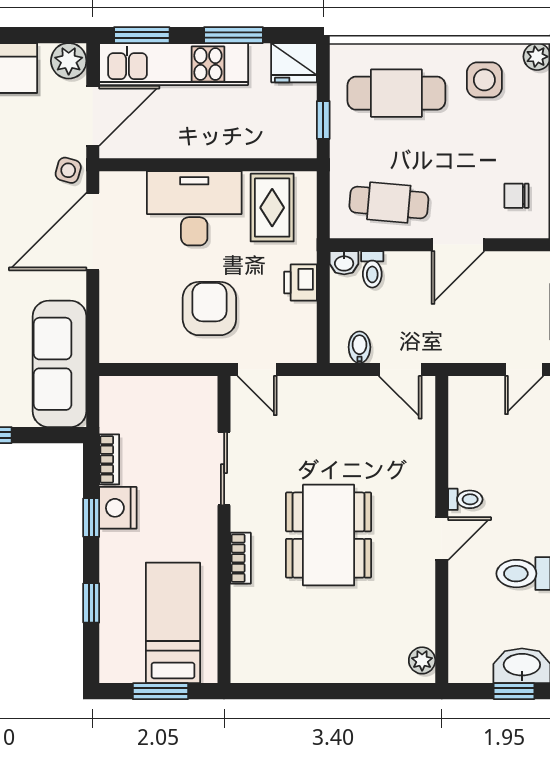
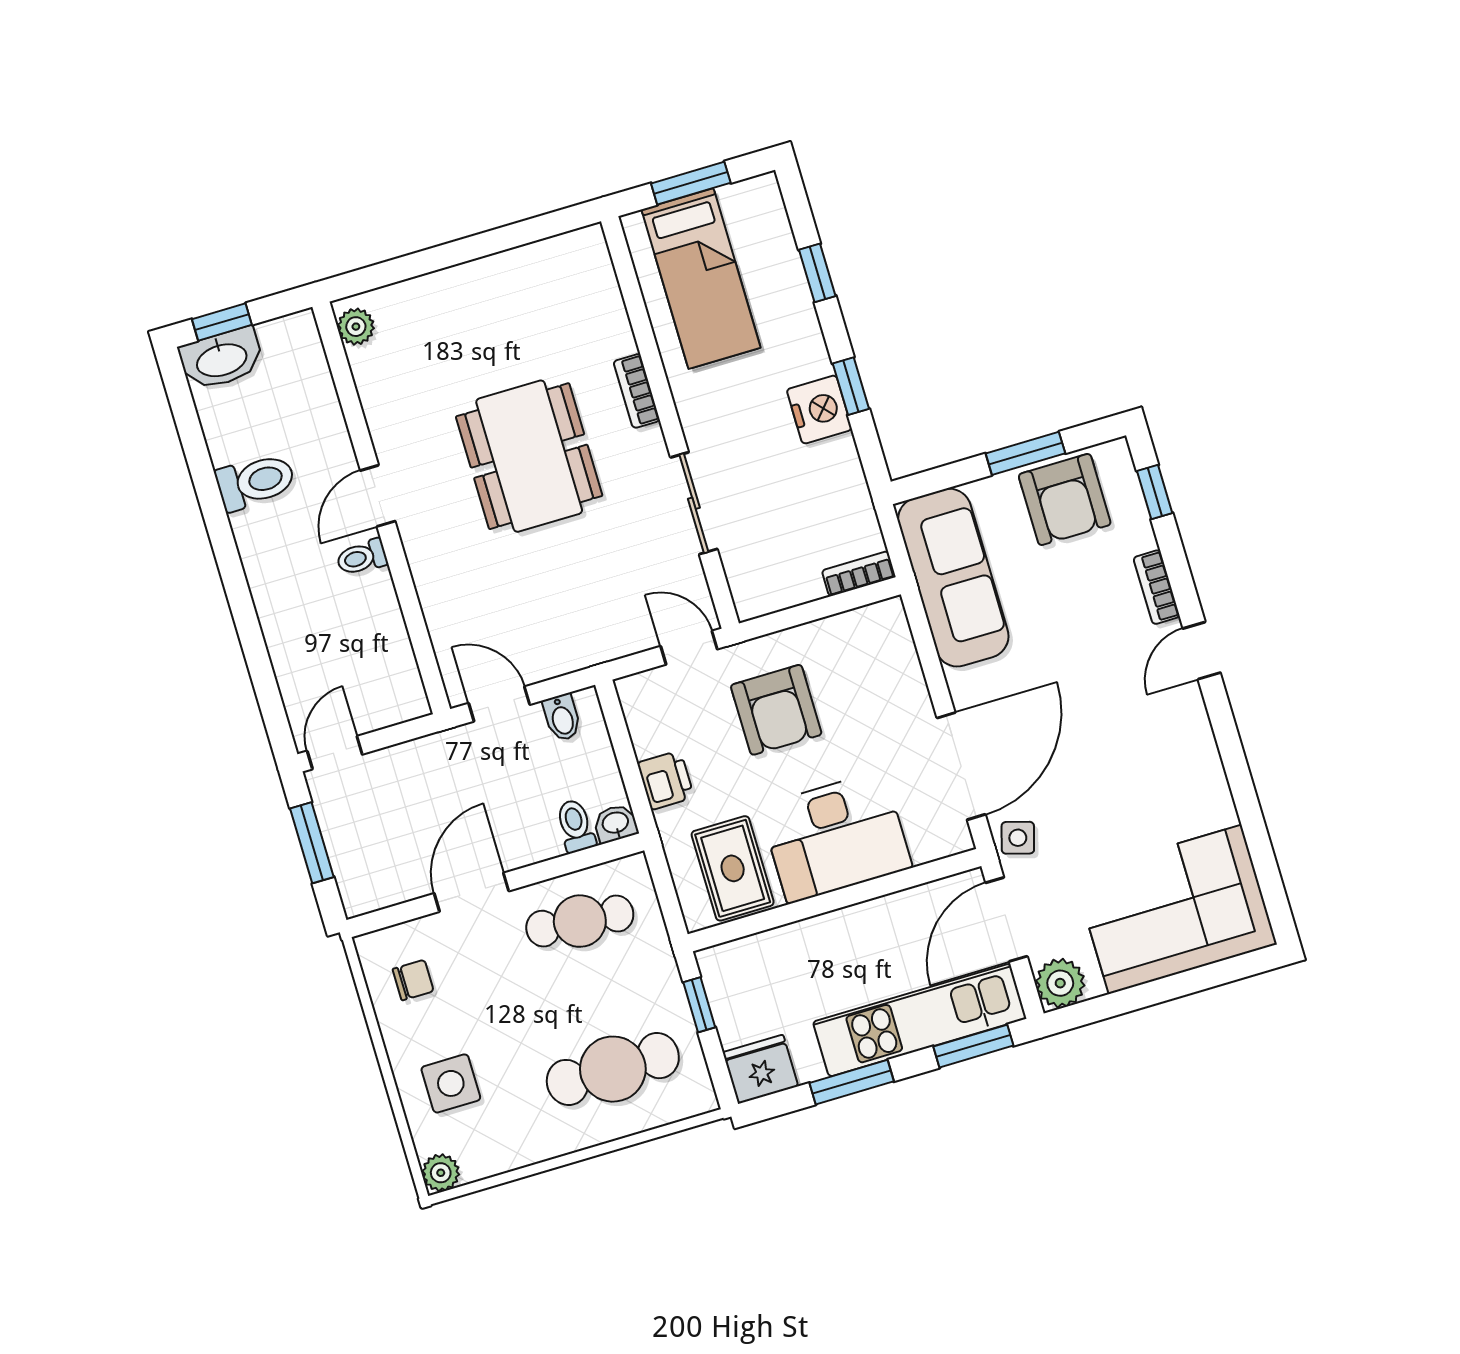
side table: (484, 80) -> (451, 1083), moved
bookcase: (109, 459) -> (859, 574), moved, turned 90

